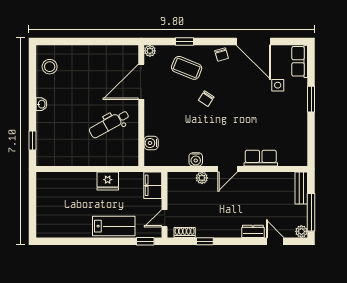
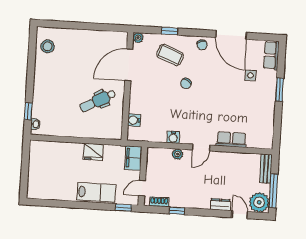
washbasin: (41, 104) -> (36, 124), moved
plant: (301, 231) -> (259, 202), width x1.87, depth x1.87

